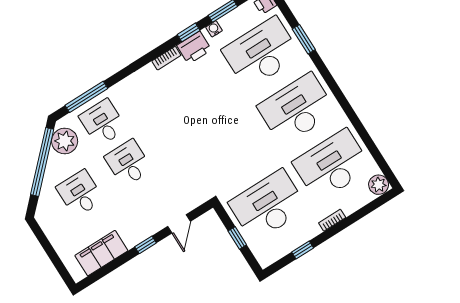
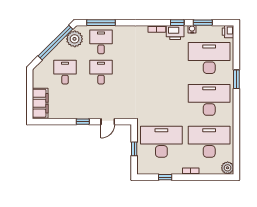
window: (304, 39) -> (236, 79), moved
filing cabinet: (101, 253) -> (40, 103), moved, turned 90

